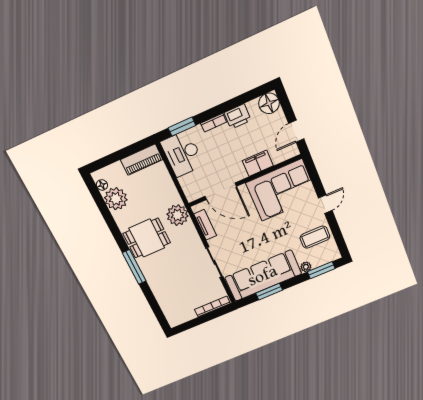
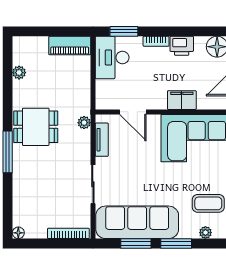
floor lamp: (102, 185) -> (18, 233), moved
door: (221, 191) -> (133, 112), width x0.73
plant: (116, 199) -> (19, 73), width x0.53, depth x0.53
plant: (178, 215) -> (84, 123), width x0.53, depth x0.53
plant: (306, 267) -> (205, 233), moved
window: (321, 270) -> (176, 243), moved

